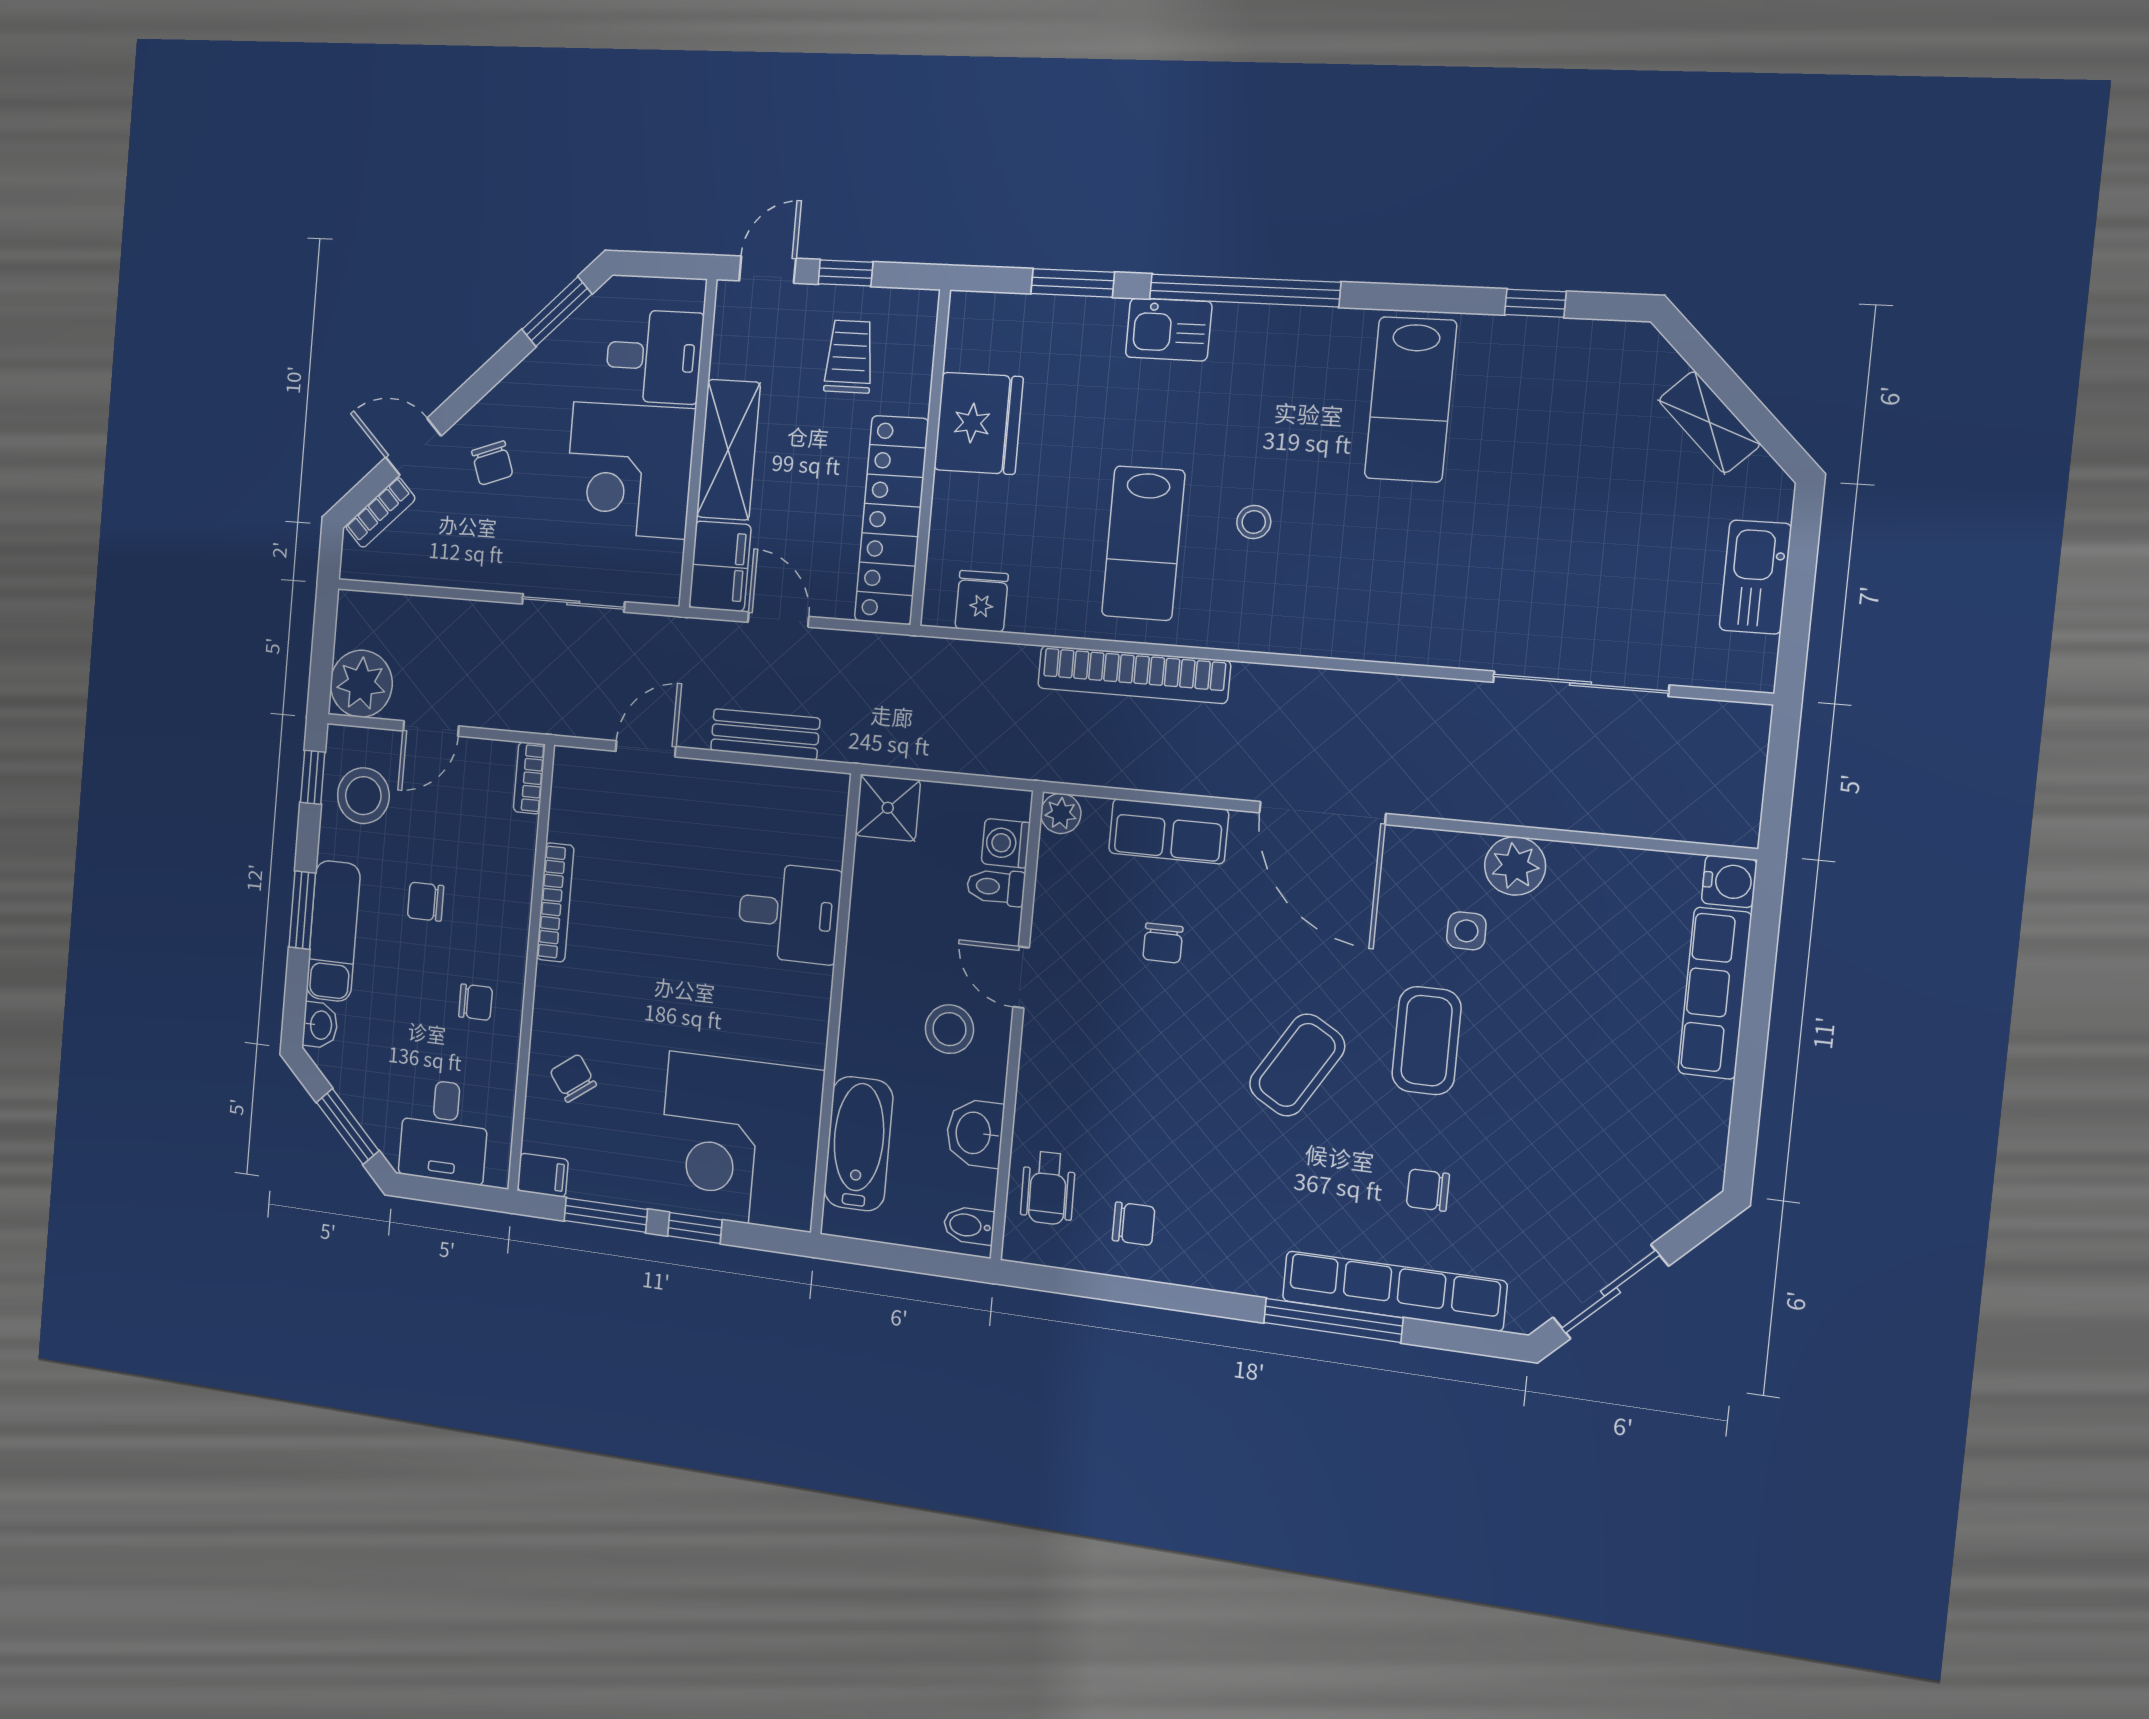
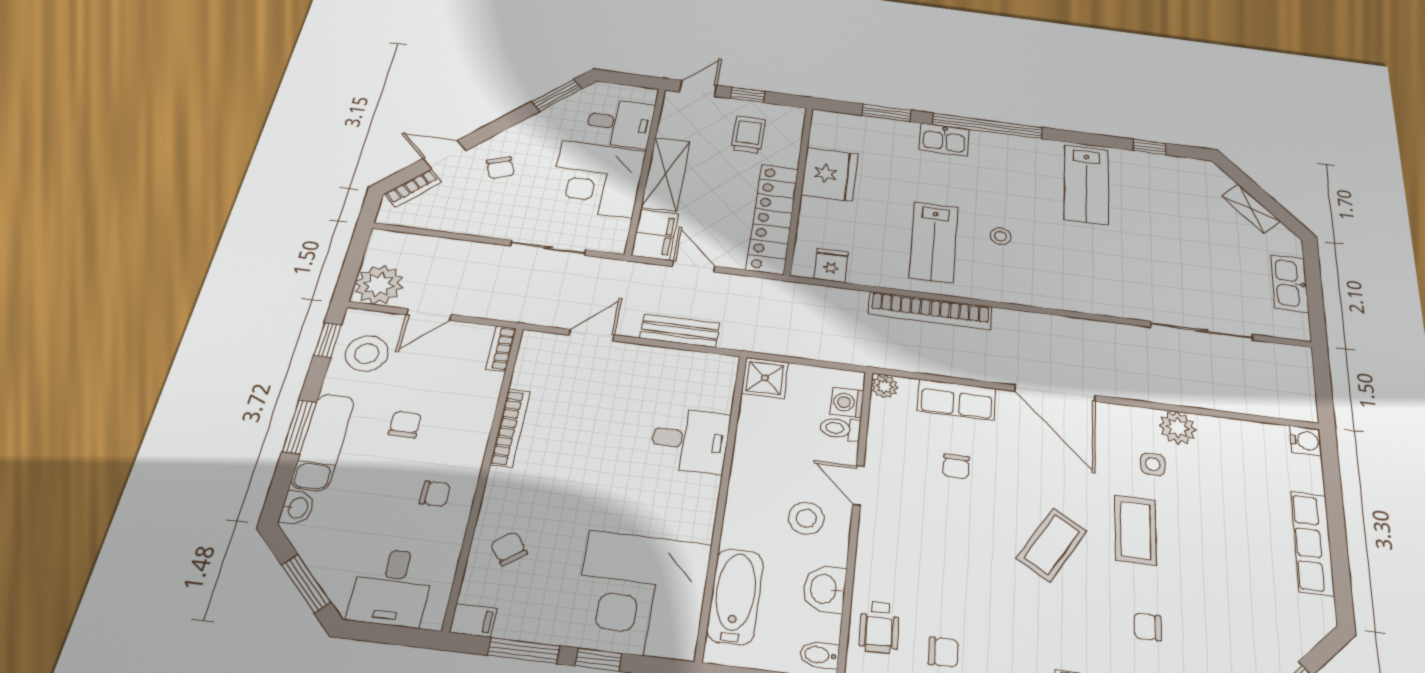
chair: (426, 902) -> (405, 424), turned 90
row of seats: (1715, 993) -> (1313, 543), moved

